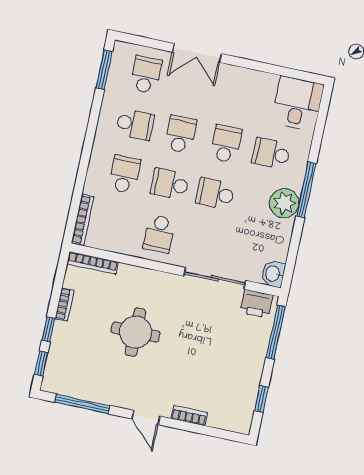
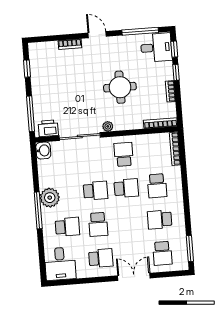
school desk: (181, 134) -> (101, 258), moved, turned -90
plant: (170, 281) -> (108, 126), added
desk: (66, 374) -> (156, 48), added

